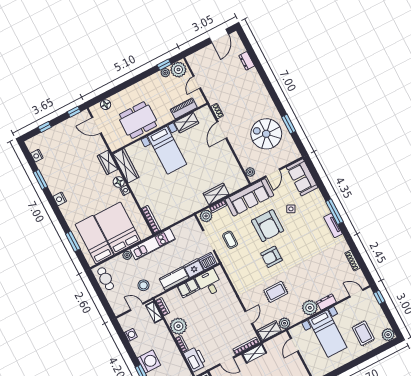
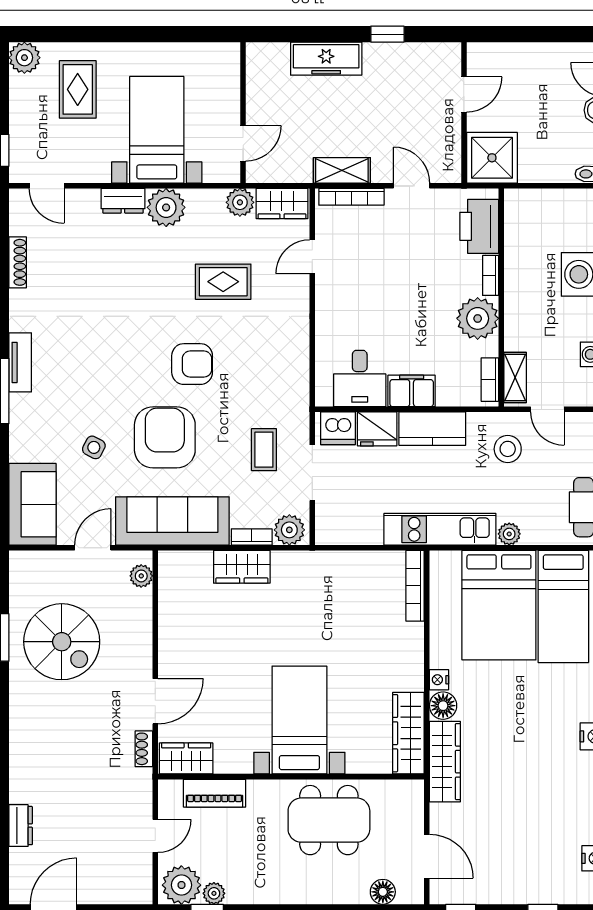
wardrobe: (186, 123) -> (186, 758), moved
wardrobe: (108, 162) -> (445, 762), width x1.50

